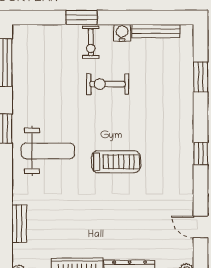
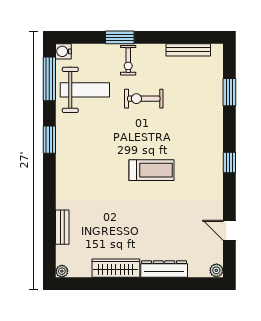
water cooler: (122, 33) -> (63, 51), moved, turned -90
weight bench: (48, 151) -> (85, 90), moved

